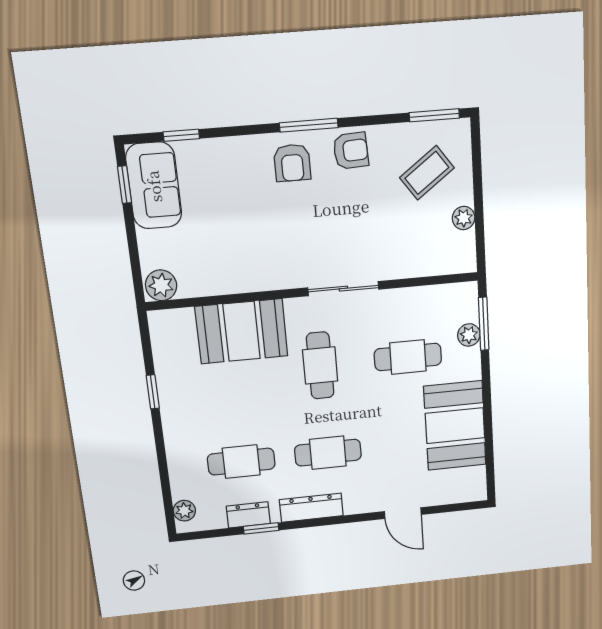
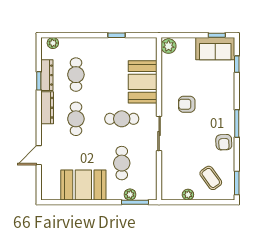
armchair: (292, 163) -> (187, 104), moved
dresser: (248, 515) -> (47, 75), width x1.44

